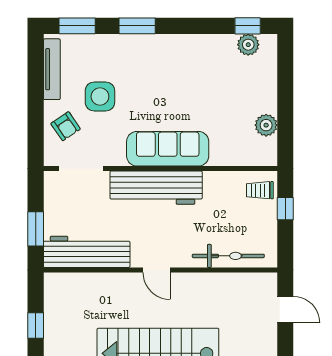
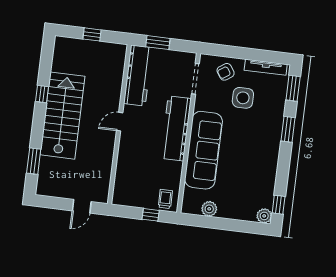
plant: (248, 45) -> (264, 216), moved
sofa: (168, 149) -> (203, 150), width x1.36, depth x1.27
bicycle: (228, 256) -> (123, 172), removed

